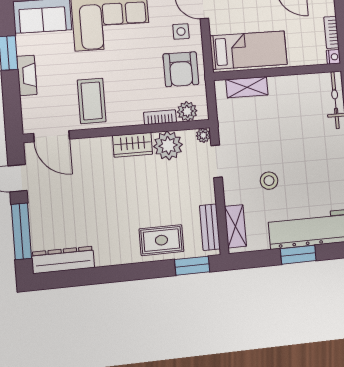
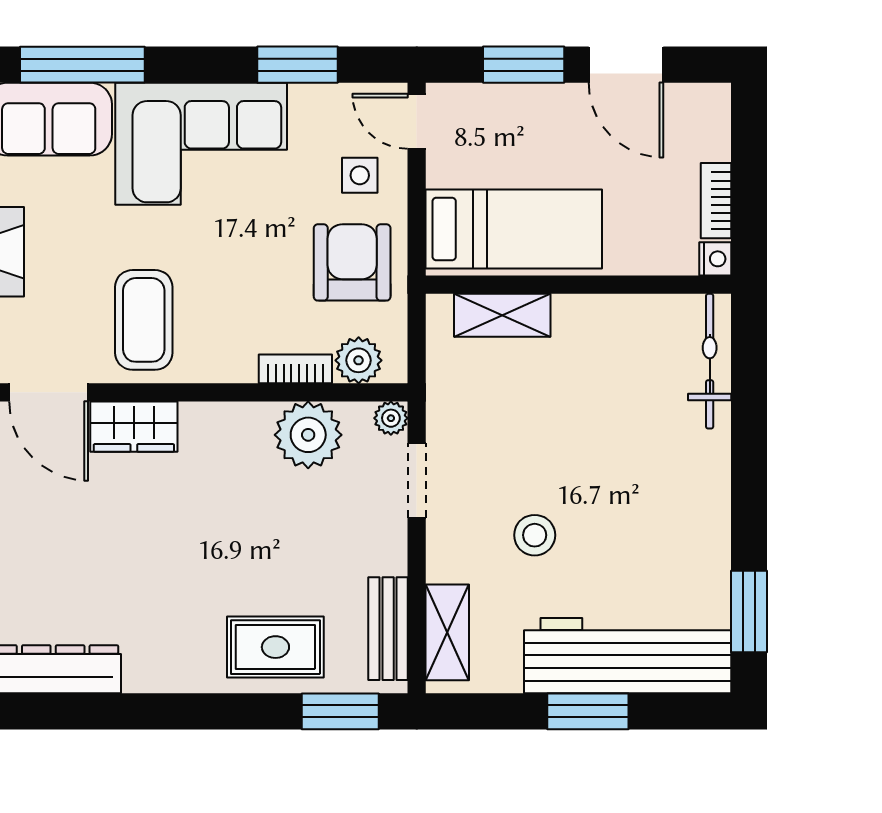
armchair: (181, 69) -> (352, 262), turned 180
wardrobe: (133, 145) -> (134, 427), moved

